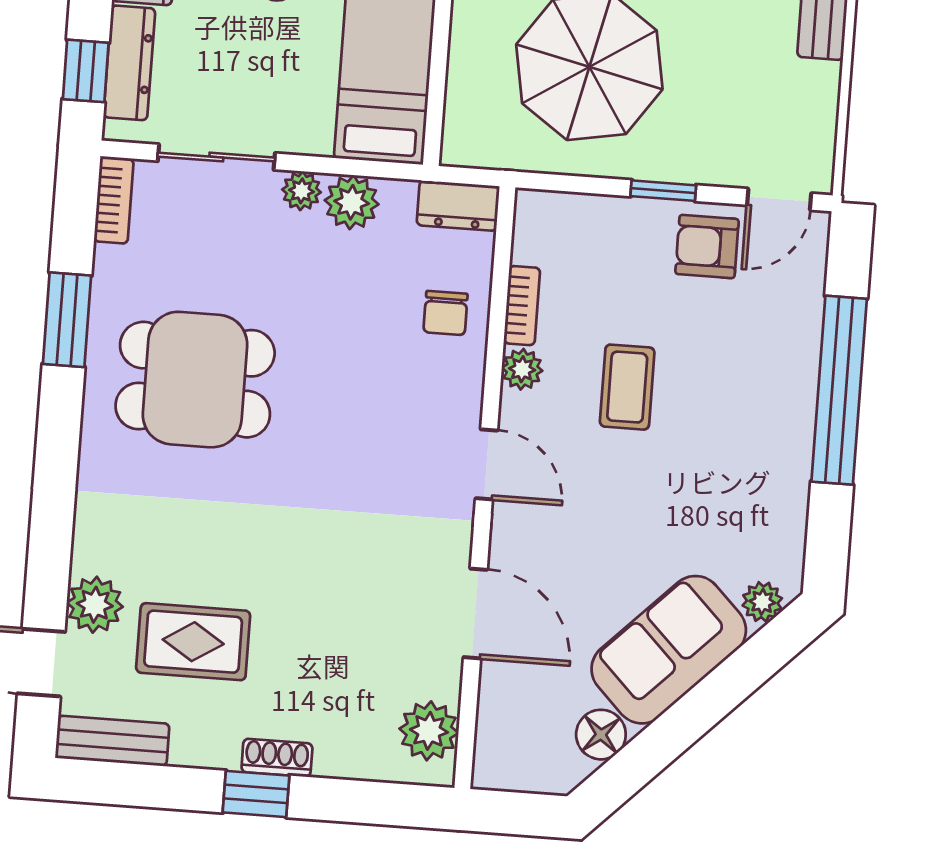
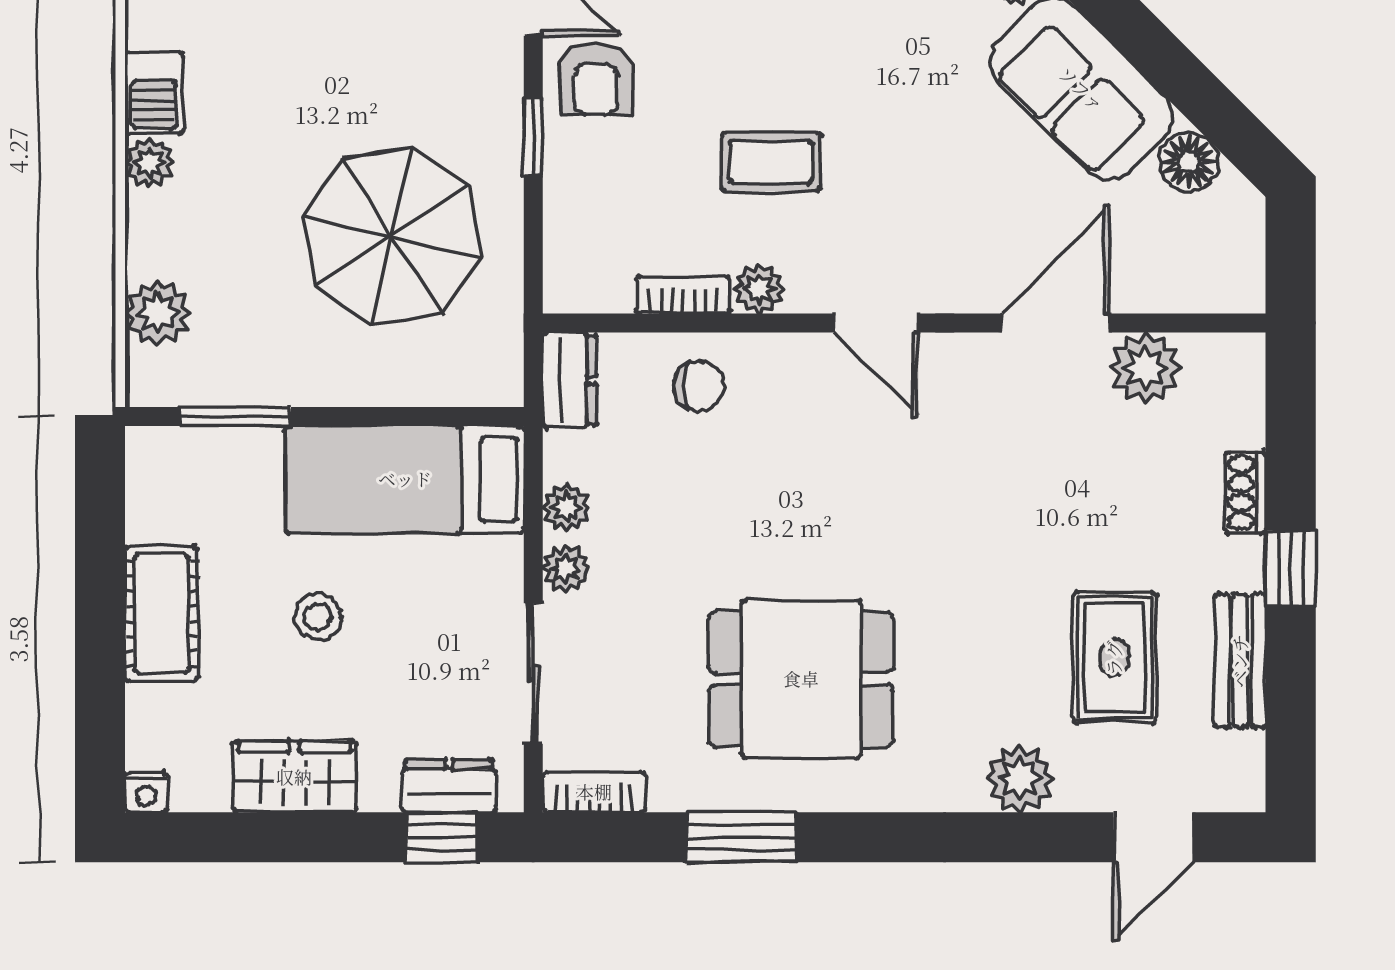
dresser: (129, 63) -> (449, 786), width x0.70
plant: (352, 202) -> (566, 508), width x0.73, depth x0.73
dining table: (195, 380) -> (801, 679), turned 90
door: (487, 464) -> (876, 323), swing flipped
plant: (95, 605) -> (1020, 778), moved
plant: (429, 731) -> (1145, 368), moved
bench: (112, 741) -> (1240, 661), moved
shoe rack: (277, 758) -> (1246, 493), moved

